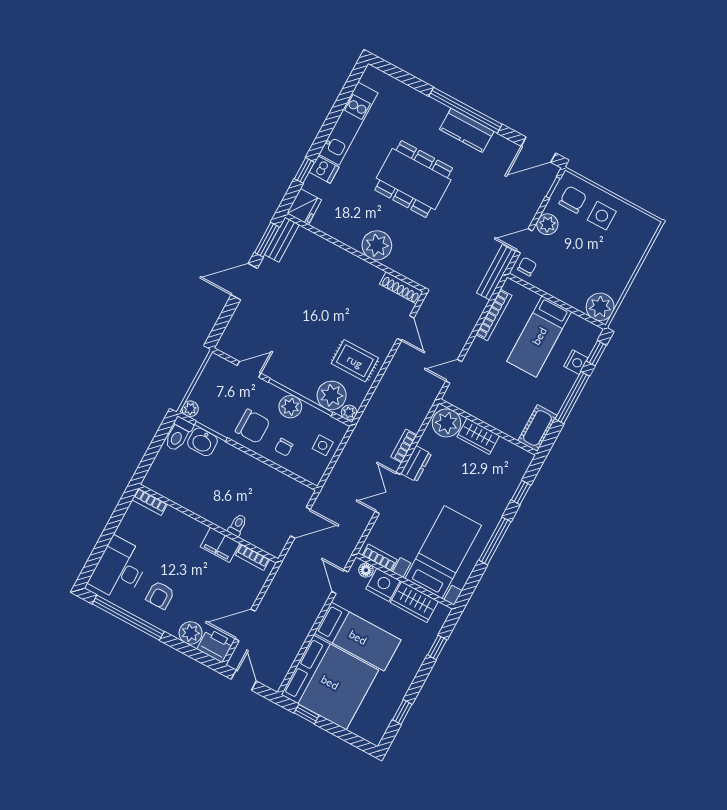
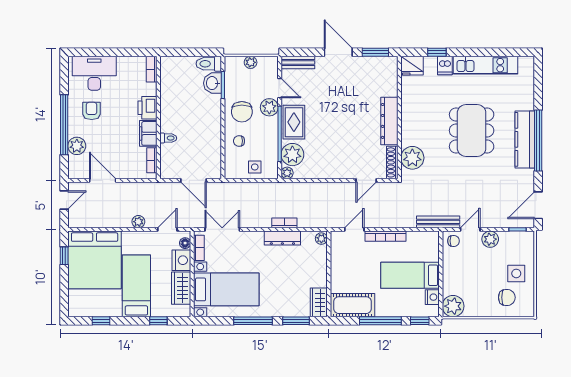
kitchen counter: (467, 130) -> (525, 139), width x1.50
door: (538, 150) -> (538, 205), hinge flipped
chair: (573, 200) -> (507, 297), moved
bench: (282, 240) -> (298, 63), moved
door: (524, 241) -> (470, 229), hinge flipped
plant: (377, 245) -> (412, 158), moved
dresser: (353, 266) -> (389, 121), added
bookcase: (494, 315) -> (385, 236), moved
rug: (355, 361) -> (294, 122), moved
nightstand: (576, 362) -> (432, 297), moved, turned -90
door: (454, 371) -> (354, 229), hinge flipped
plant: (290, 407) -> (269, 107), moved
plant: (190, 409) -> (251, 62), moved
plant: (446, 423) -> (321, 239), width x0.53, depth x0.53
cot: (537, 428) -> (352, 305), width x1.37, depth x1.34
wardrobe: (478, 436) -> (319, 302), moved
dresser: (416, 464) -> (282, 238), width x1.44
double door: (388, 493) -> (222, 229), moved
window: (521, 493) -> (296, 321), width x1.50
armchair: (160, 595) -> (92, 111), turned 90
plant: (313, 610) -> (138, 222), added
window: (128, 618) -> (64, 125), moved
bed: (358, 637) -> (136, 286), moved, turned 180
printer: (215, 645) -> (147, 108), moved, turned 180

